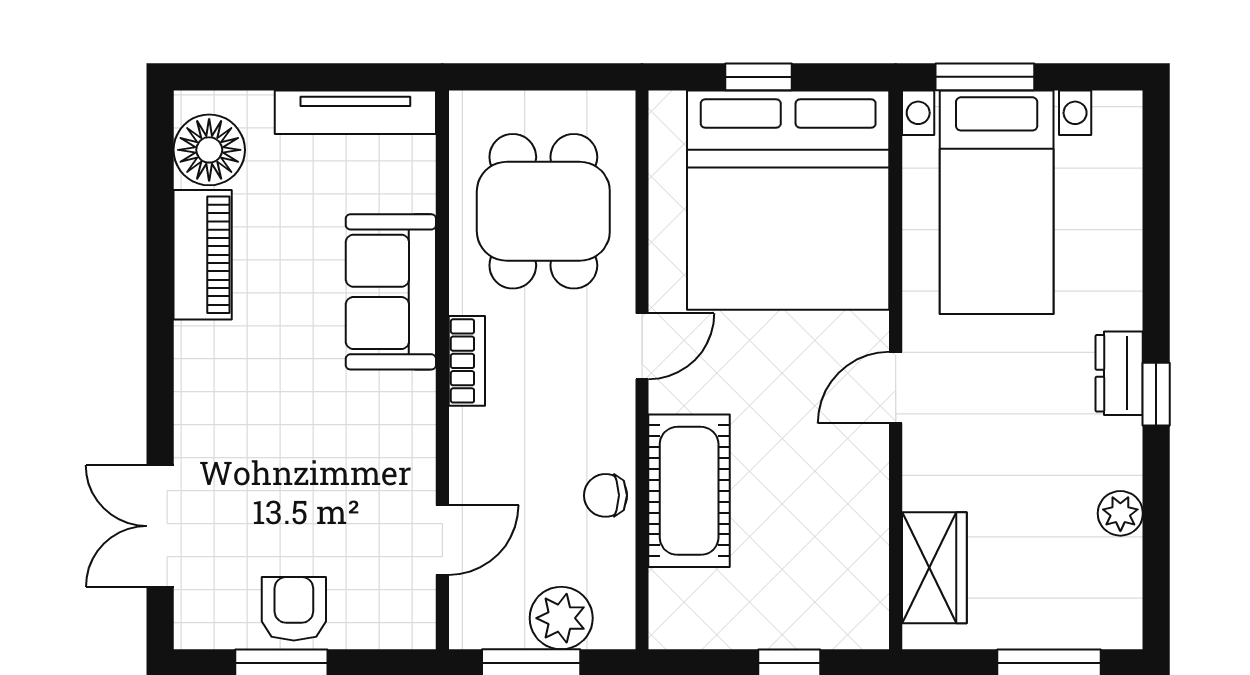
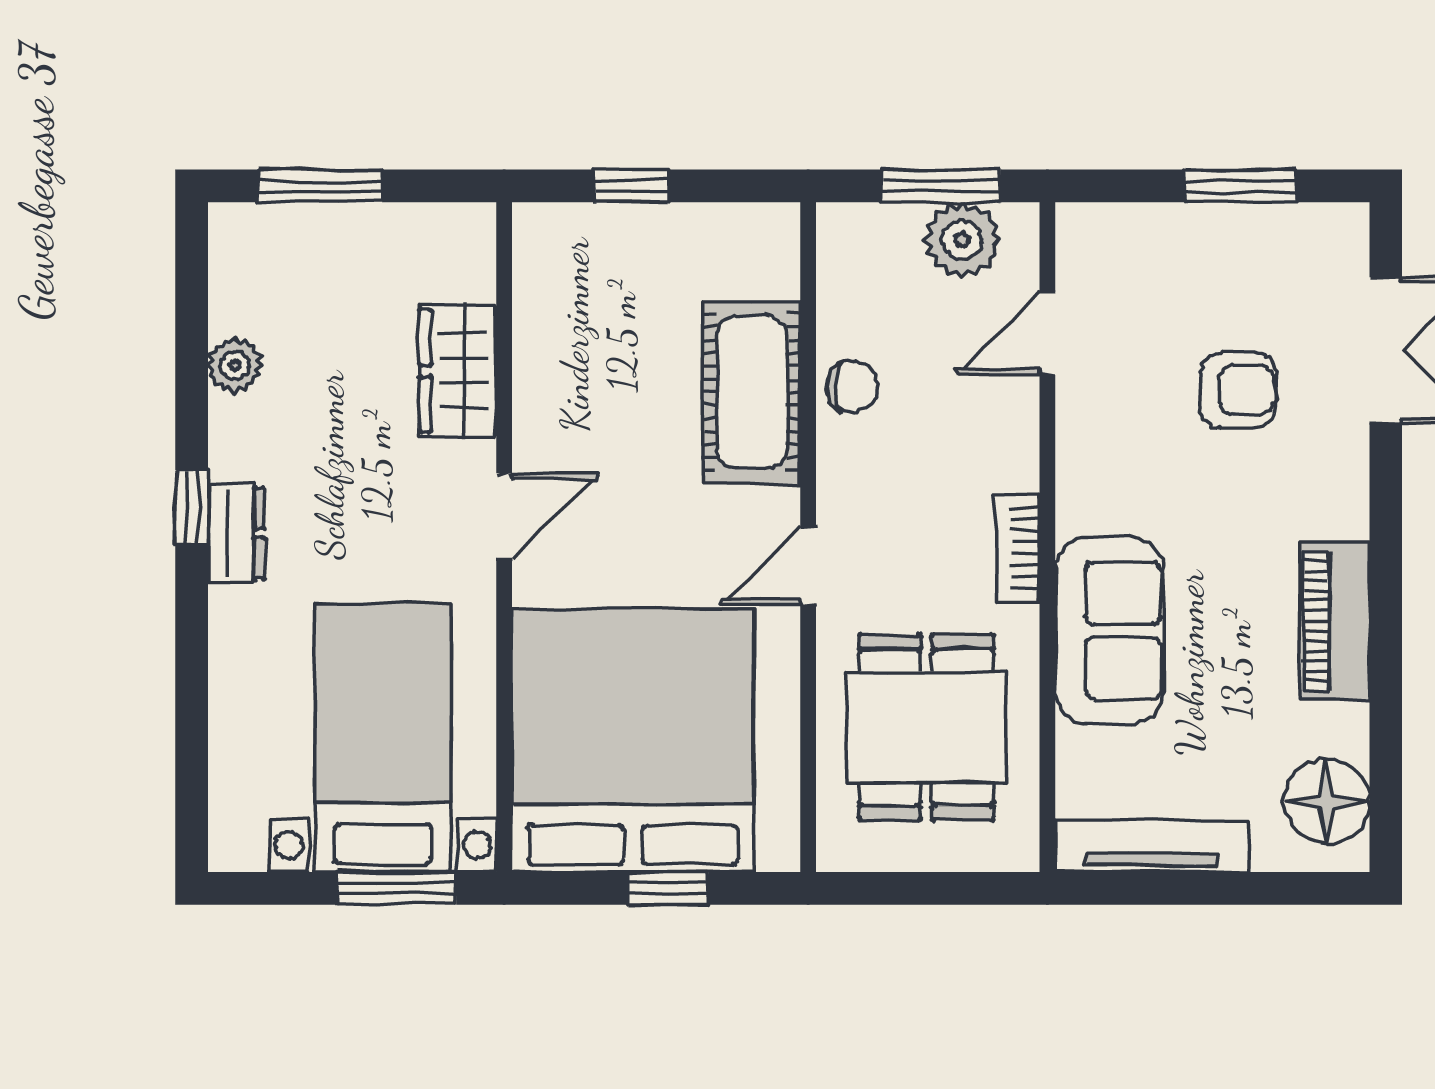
piano: (203, 255) -> (1335, 621), moved
wardrobe: (934, 568) -> (458, 371), moved
armchair: (294, 609) -> (1238, 390), moved, turned -90
plant: (561, 618) -> (962, 240), moved

